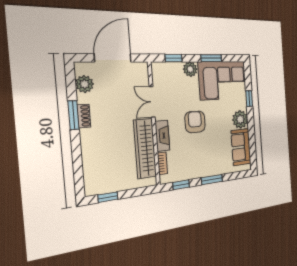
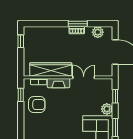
armchair: (195, 122) -> (37, 105), moved
window: (212, 180) -> (21, 121), removed

